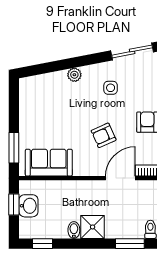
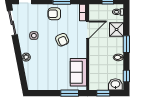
door: (120, 178) -> (88, 30), swing flipped
washbasin: (28, 206) -> (115, 84), moved
shower: (93, 227) -> (117, 30), moved
window: (130, 244) -> (126, 44), moved

